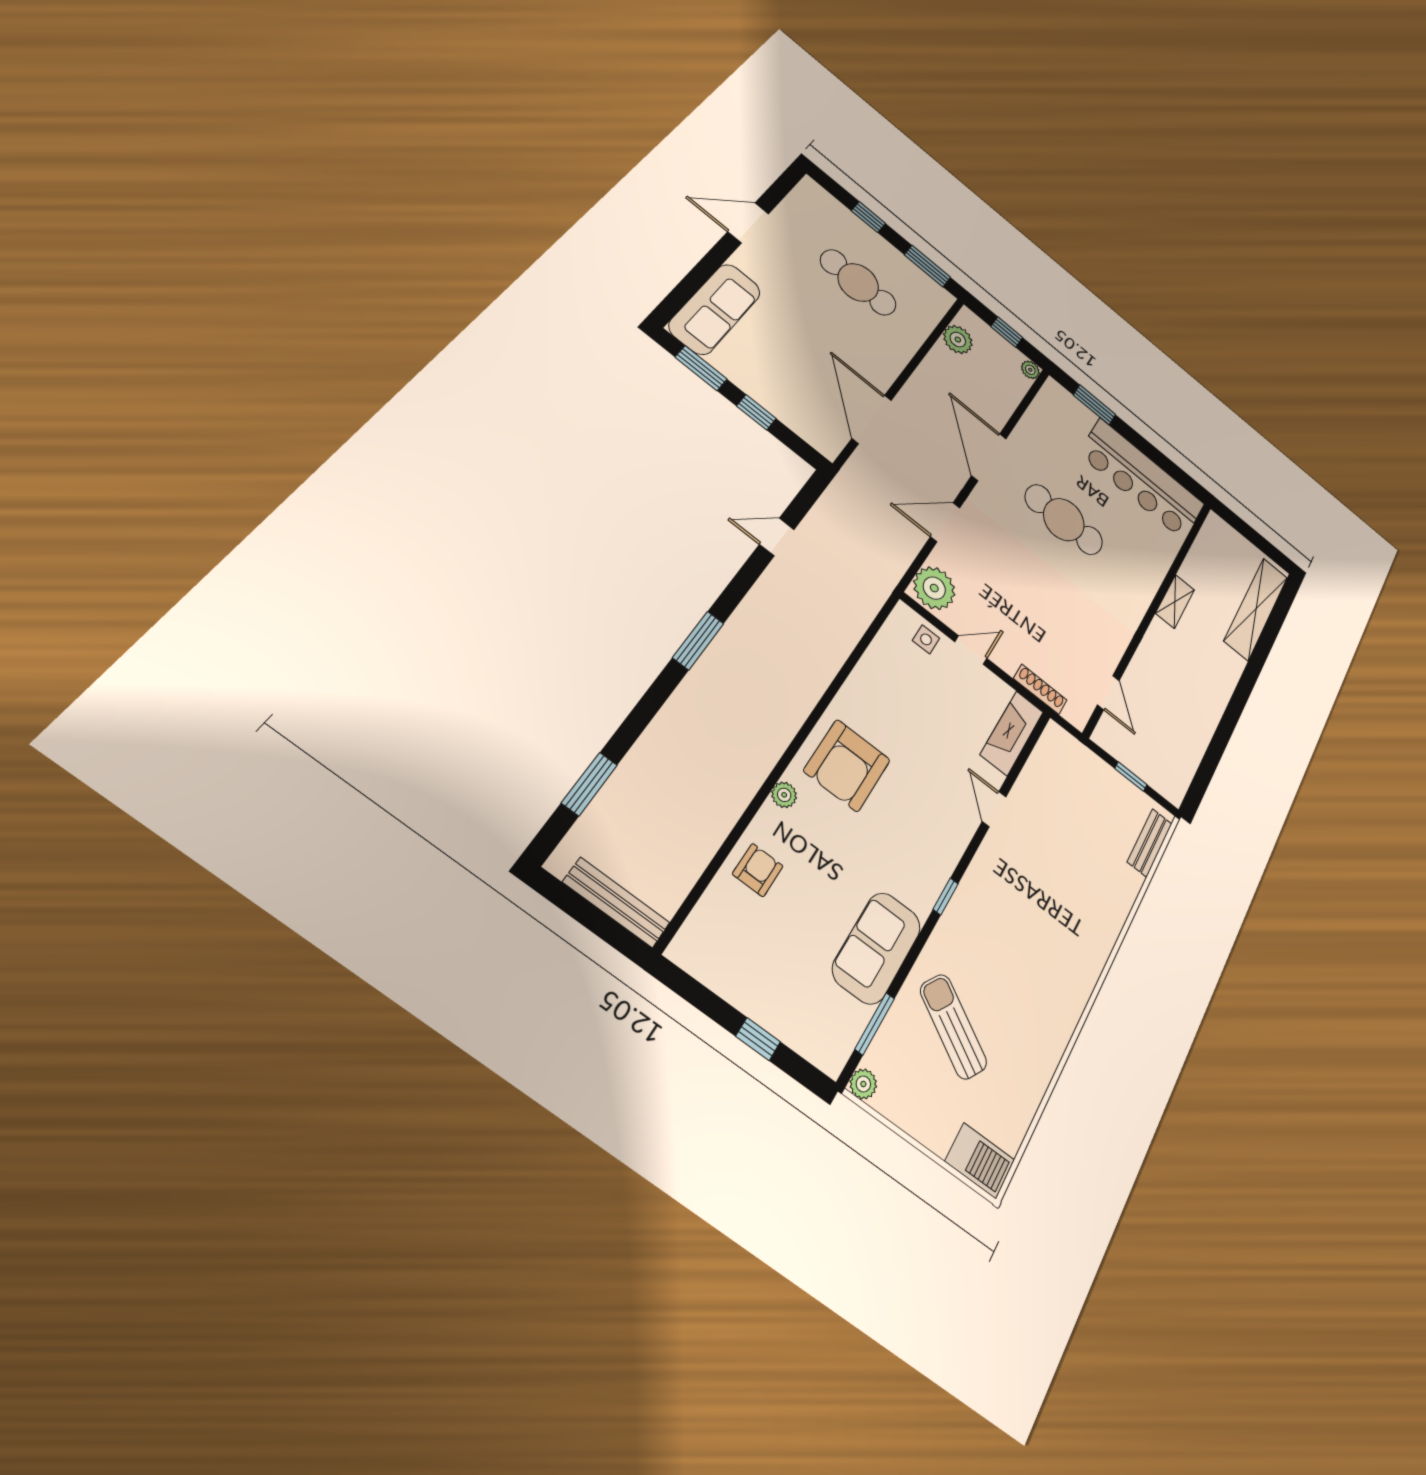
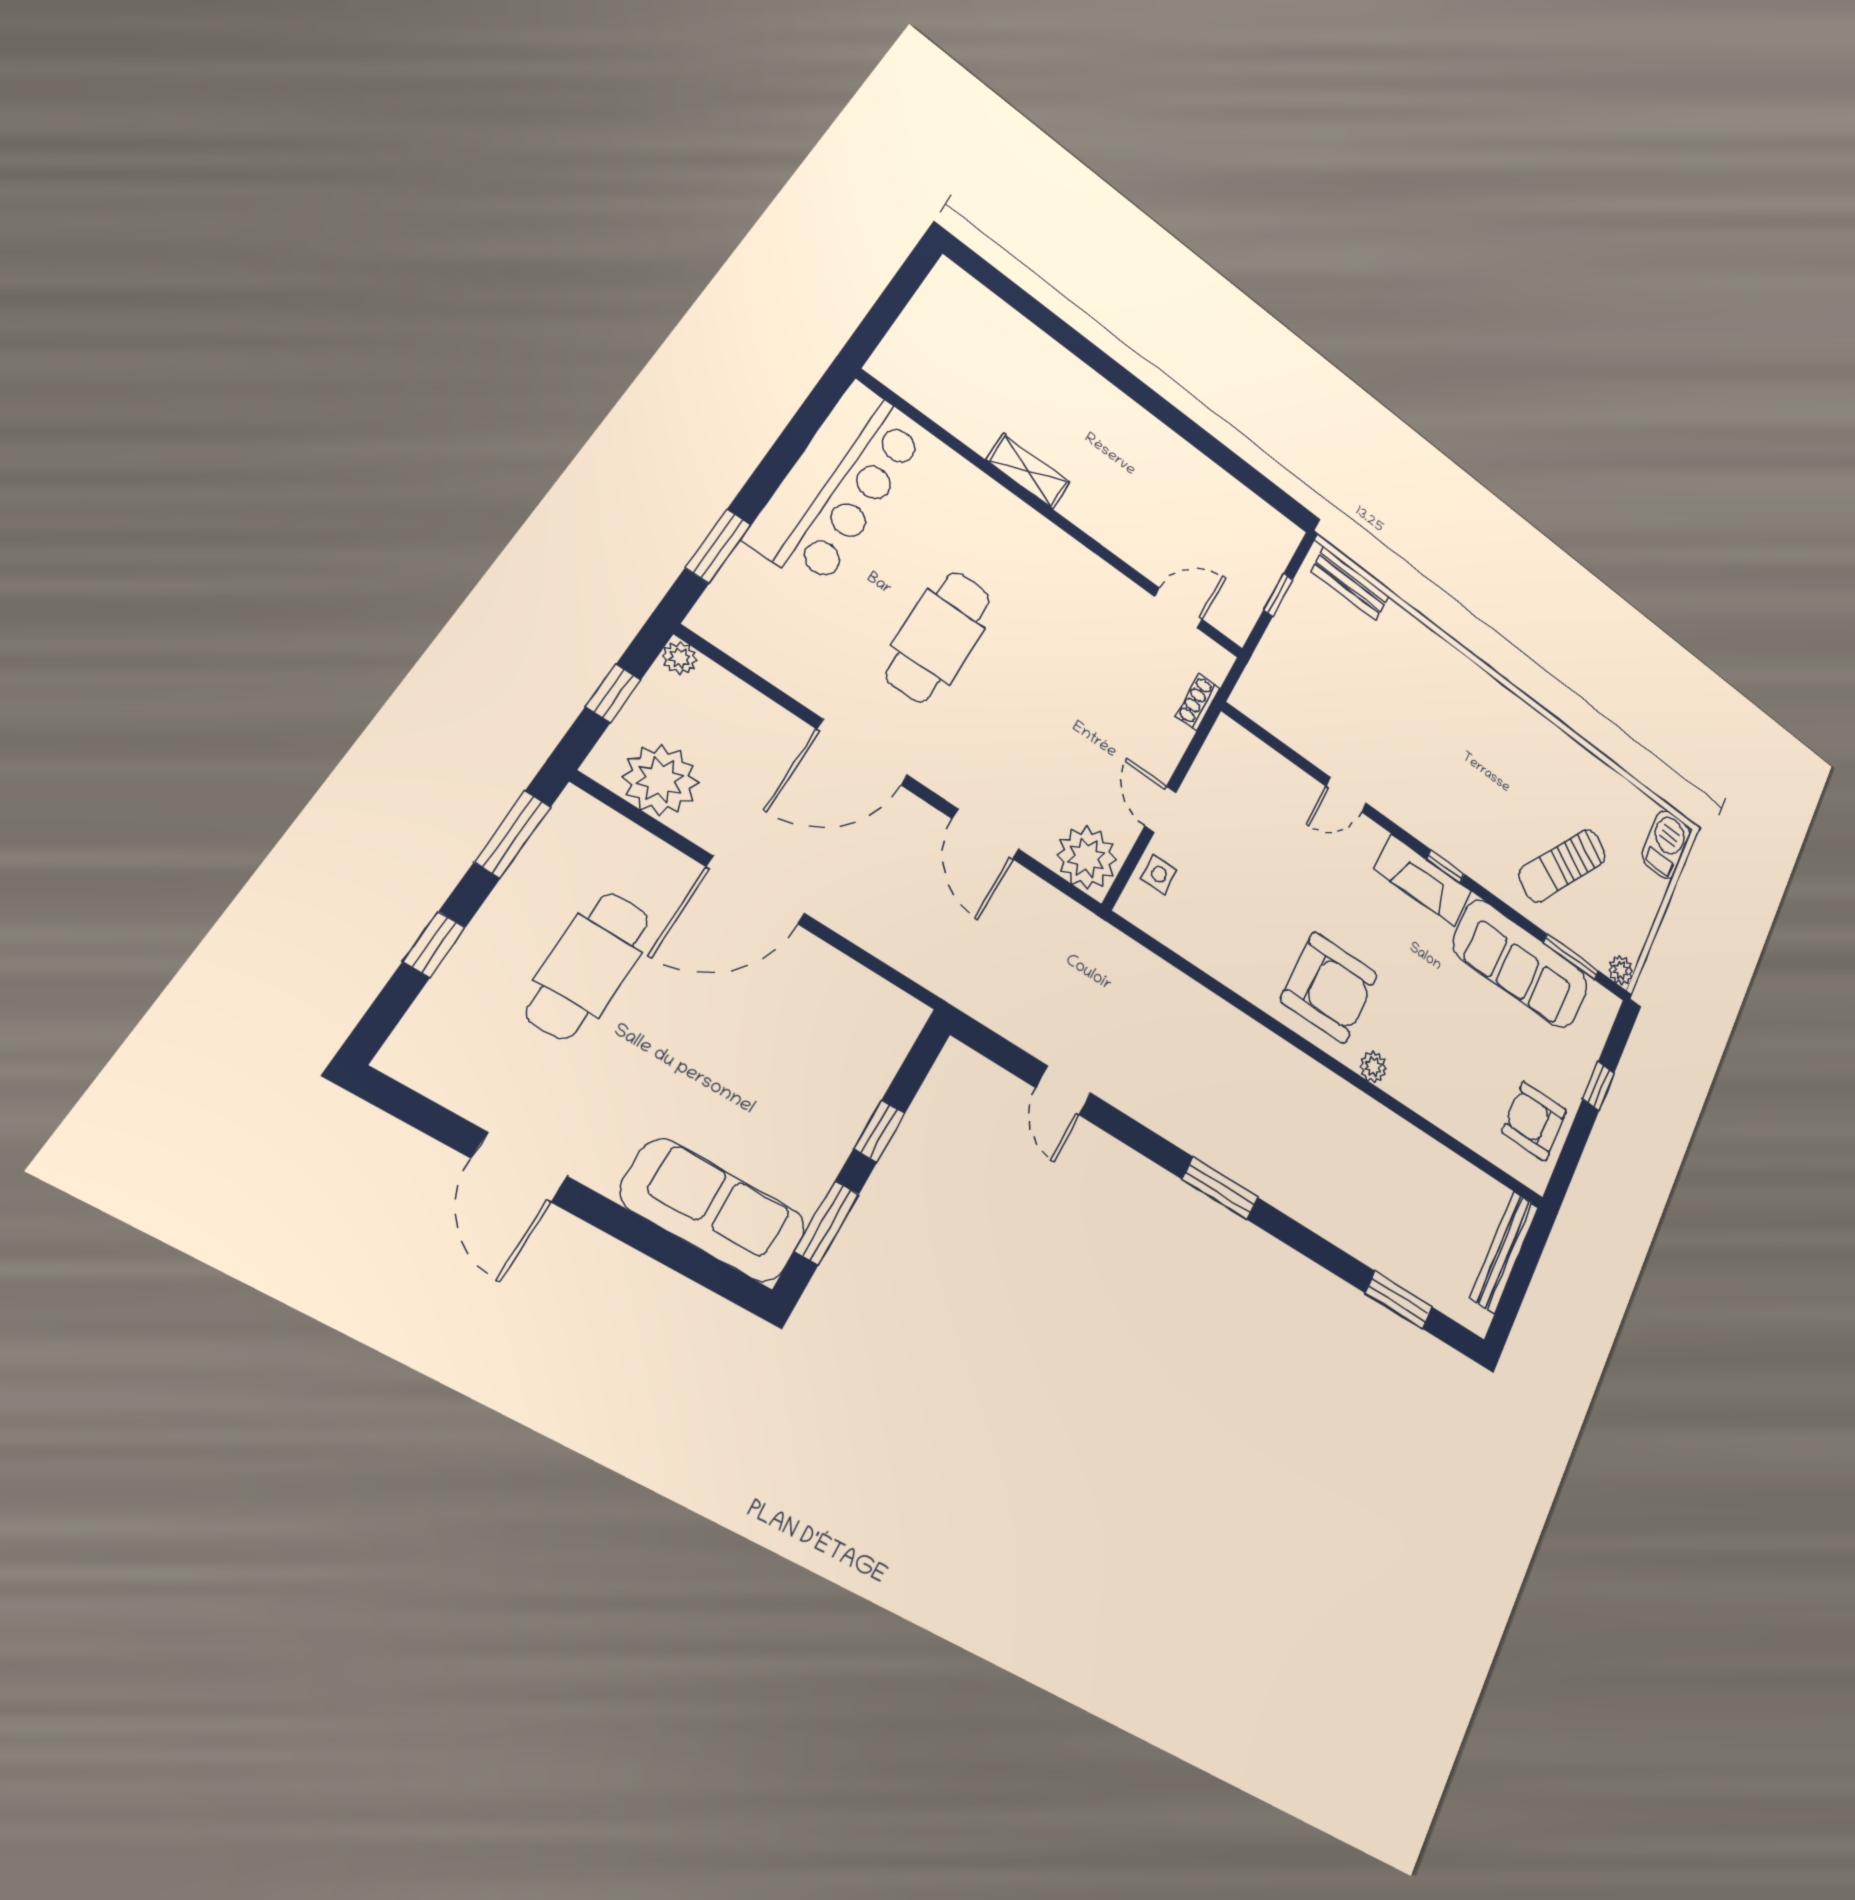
plant: (958, 340) -> (660, 780), width x1.36, depth x1.36
door: (872, 419) -> (756, 890), moved
shelving: (1256, 609) -> (1011, 332), removed
shoe rack: (1040, 689) -> (1198, 702), width x0.70
fireplace: (1012, 733) -> (1423, 880), moved
armchair: (758, 870) -> (1534, 1121), moved, width x1.38, depth x1.38
sofa: (877, 948) -> (1521, 964), width x1.36

